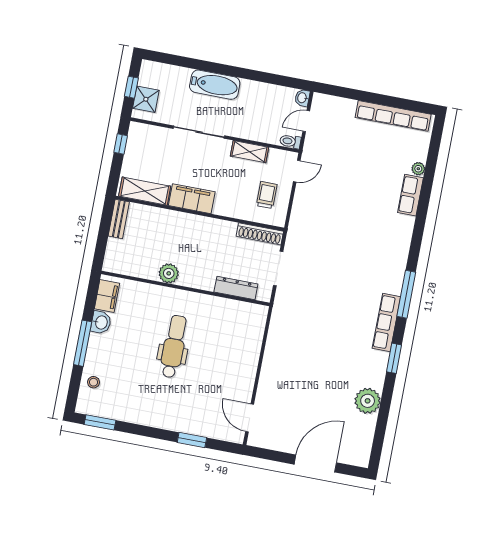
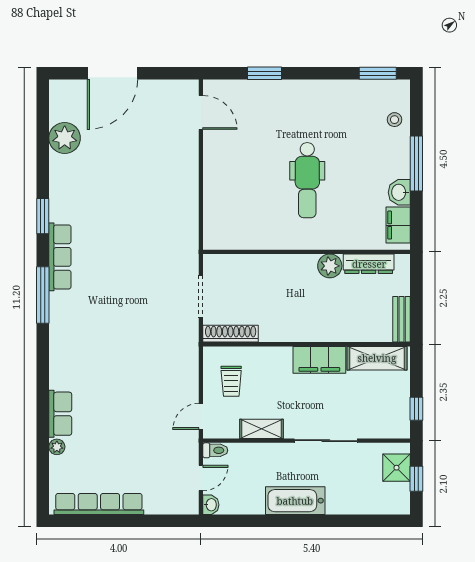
bathtub: (215, 85) -> (295, 501), moved
dresser: (236, 288) -> (369, 264), moved
plant: (368, 401) -> (65, 138), moved

